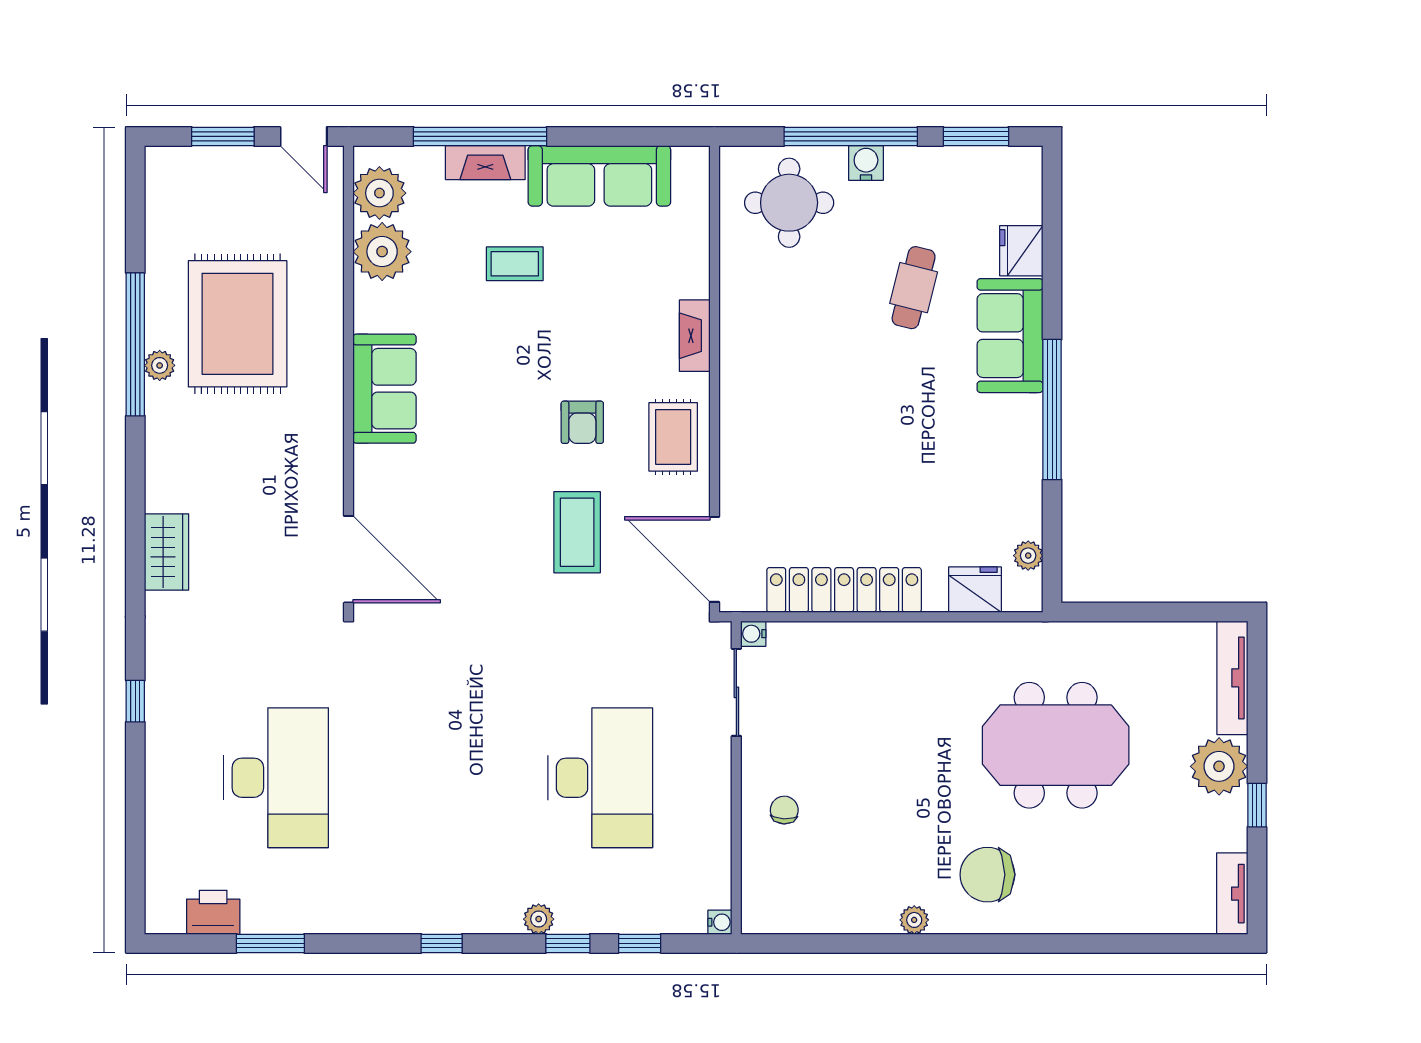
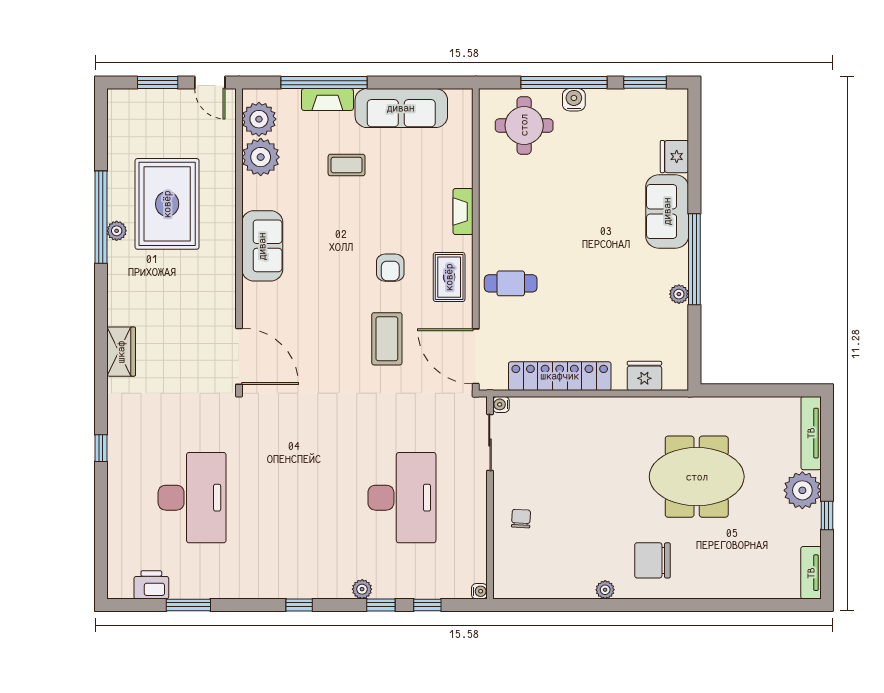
cafe table: (914, 288) -> (511, 283), moved, turned 76
plant: (1028, 556) -> (679, 294), moved

